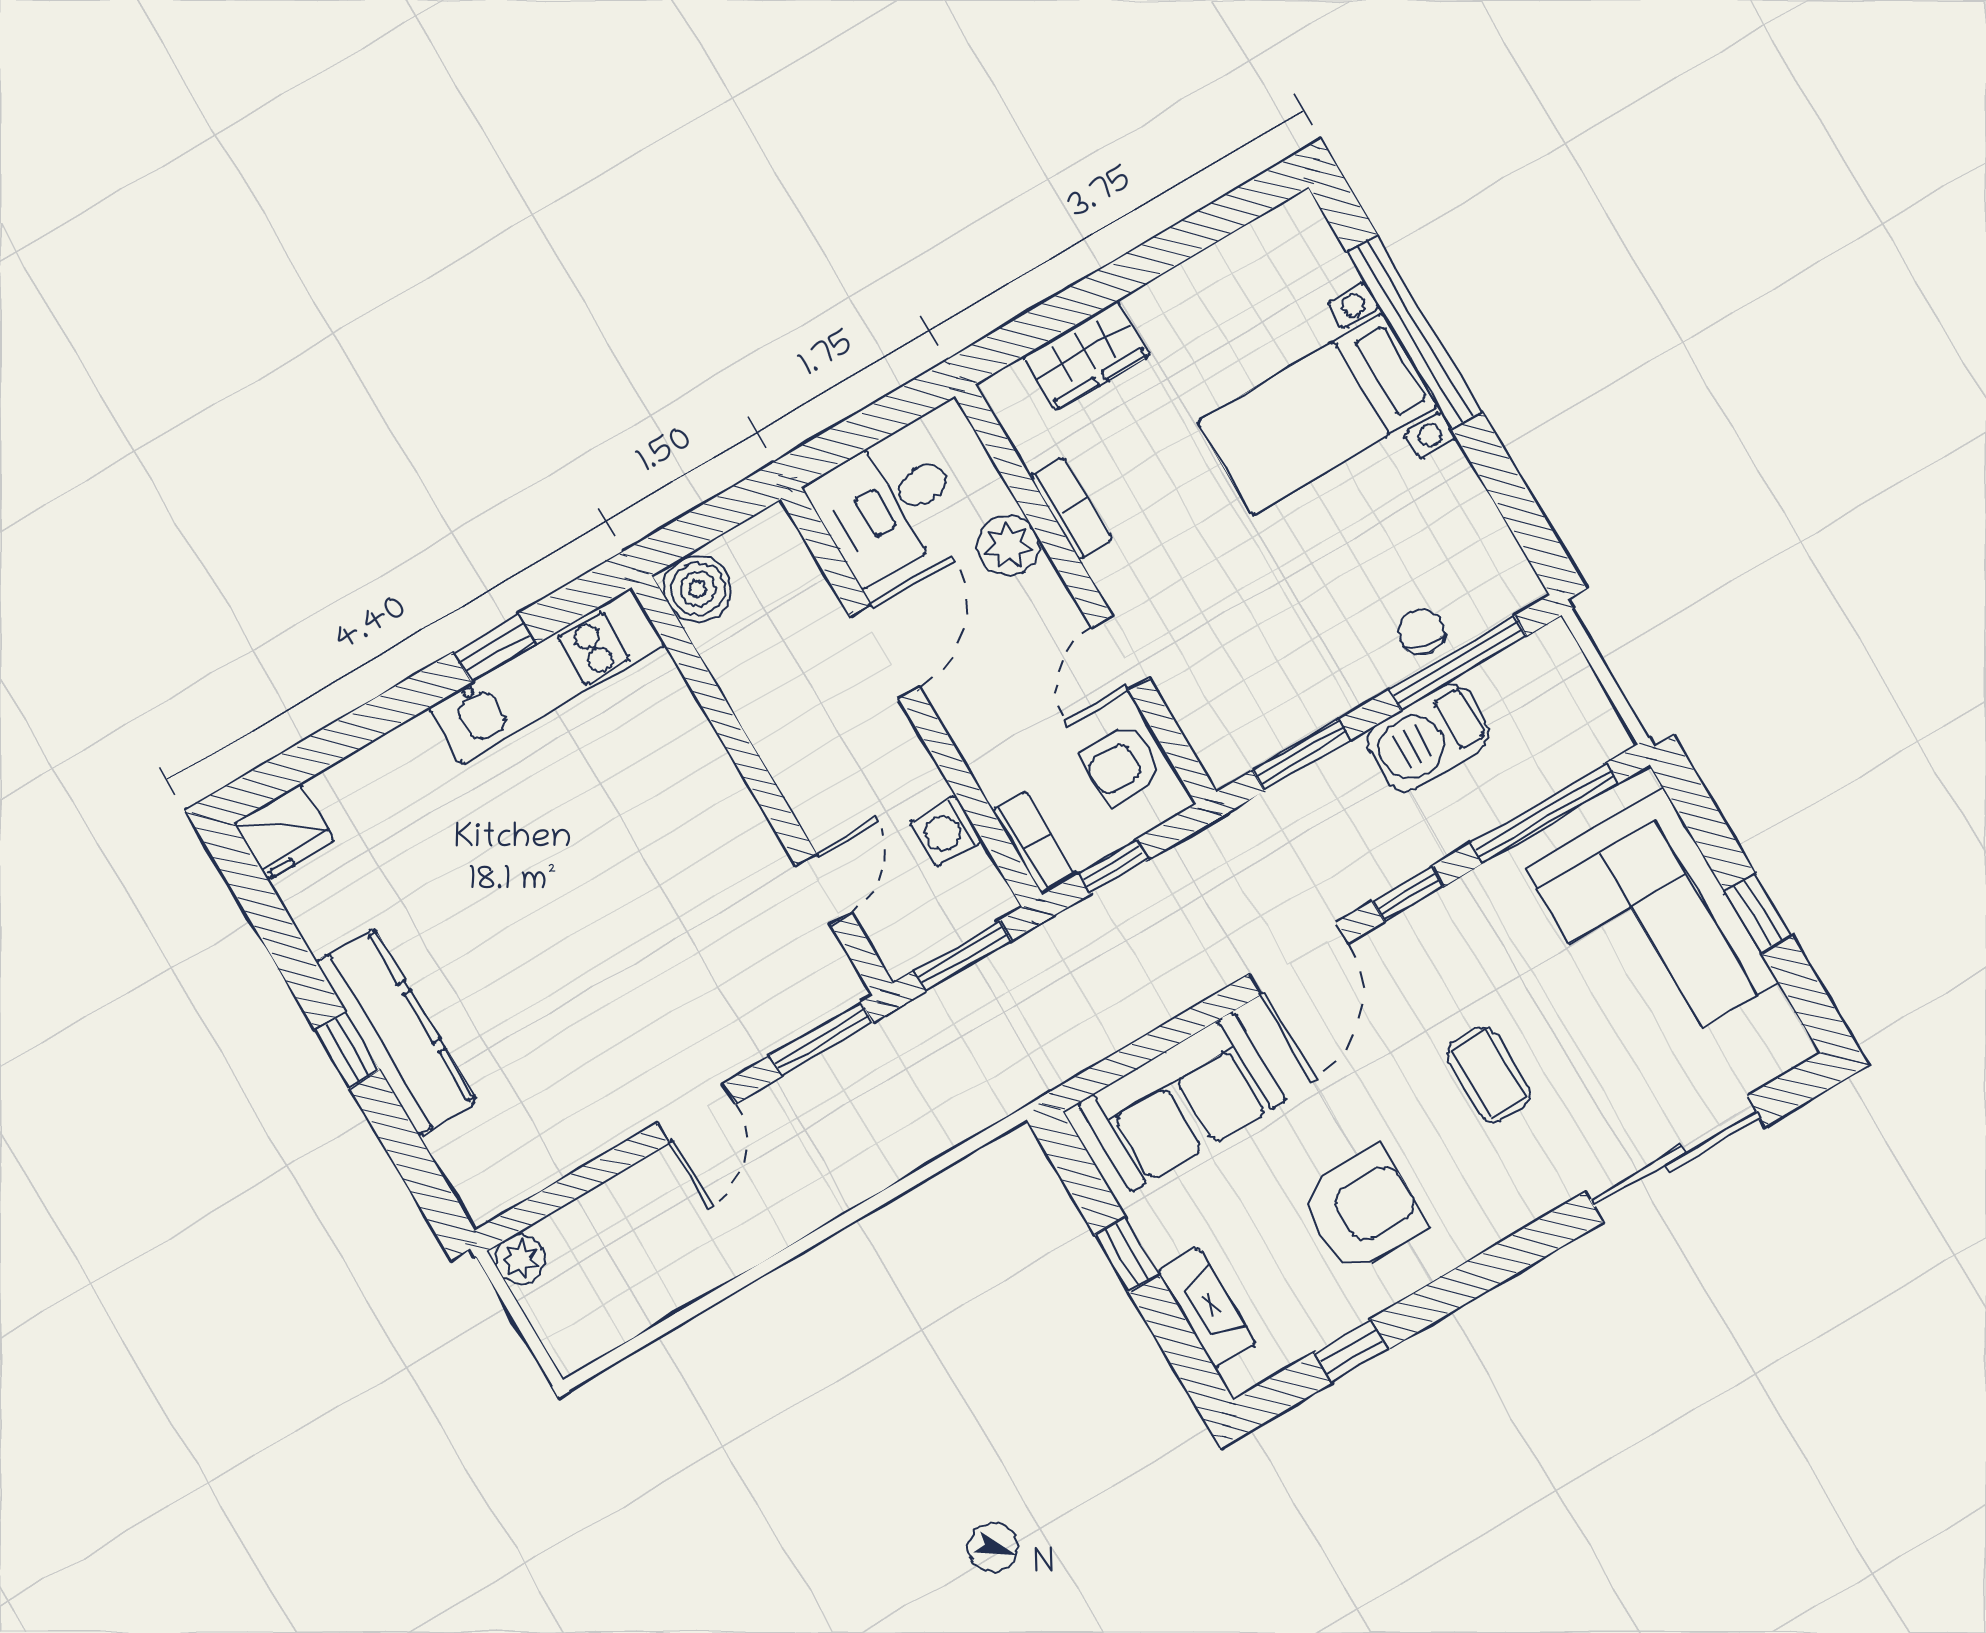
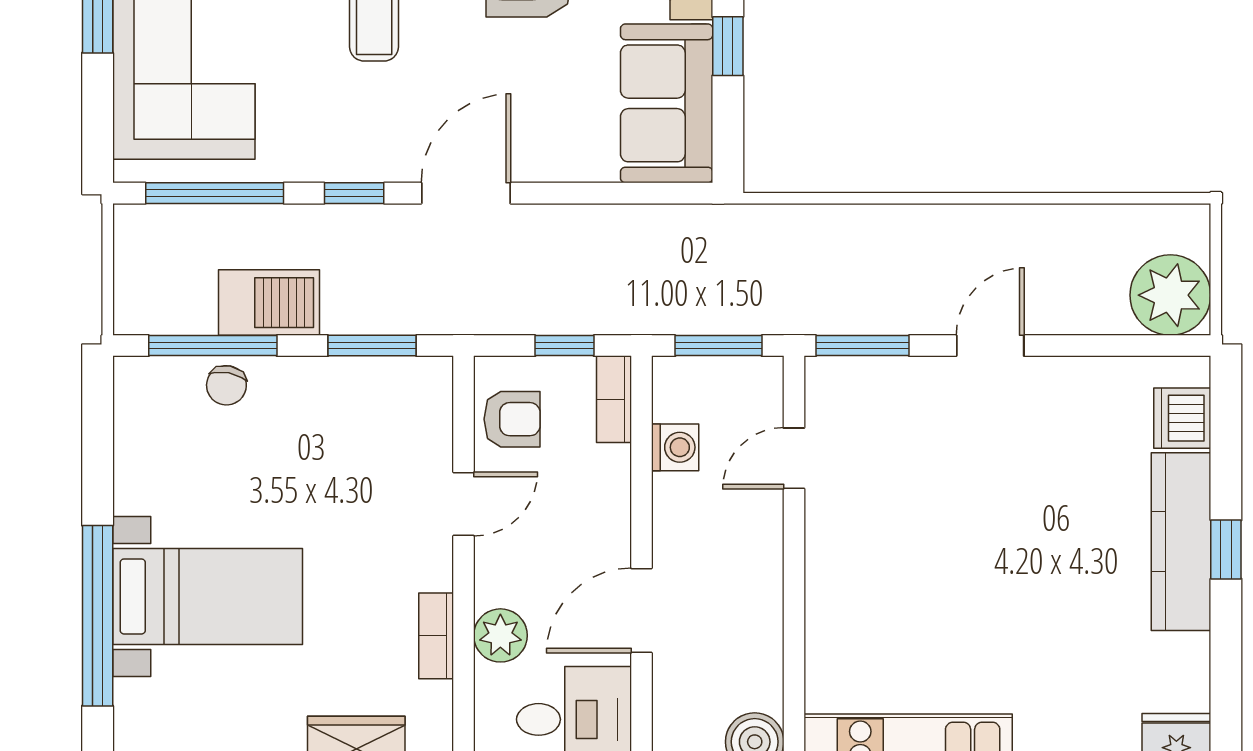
sofa: (1182, 1102) -> (667, 103), moved, turned -90
dishwasher: (466, 1153) -> (1182, 418), added
plant: (520, 1259) -> (1170, 295), width x1.87, depth x1.87

